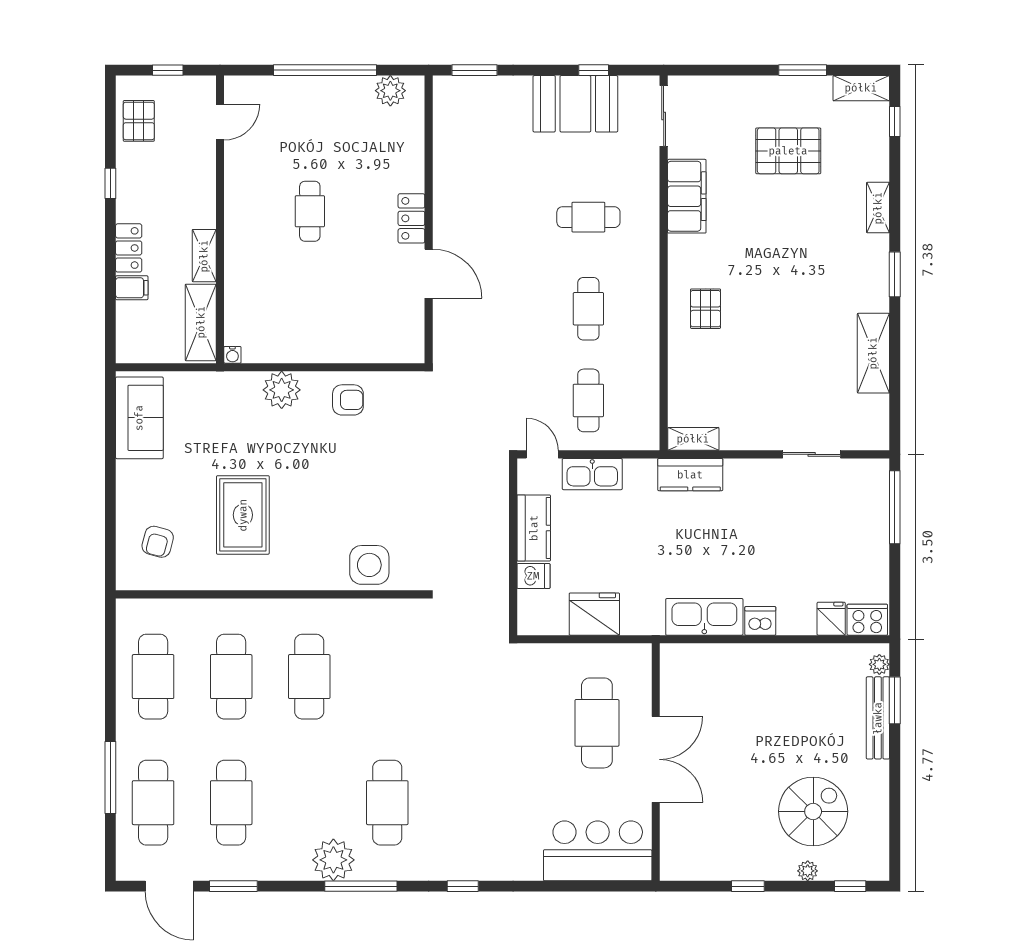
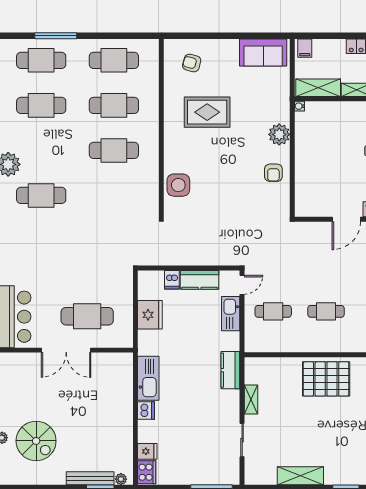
filing cabinet: (132, 288) -> (305, 48), moved
pallet: (706, 309) -> (326, 379), width x2.05, depth x2.00
shelving: (693, 439) -> (251, 400), moved

